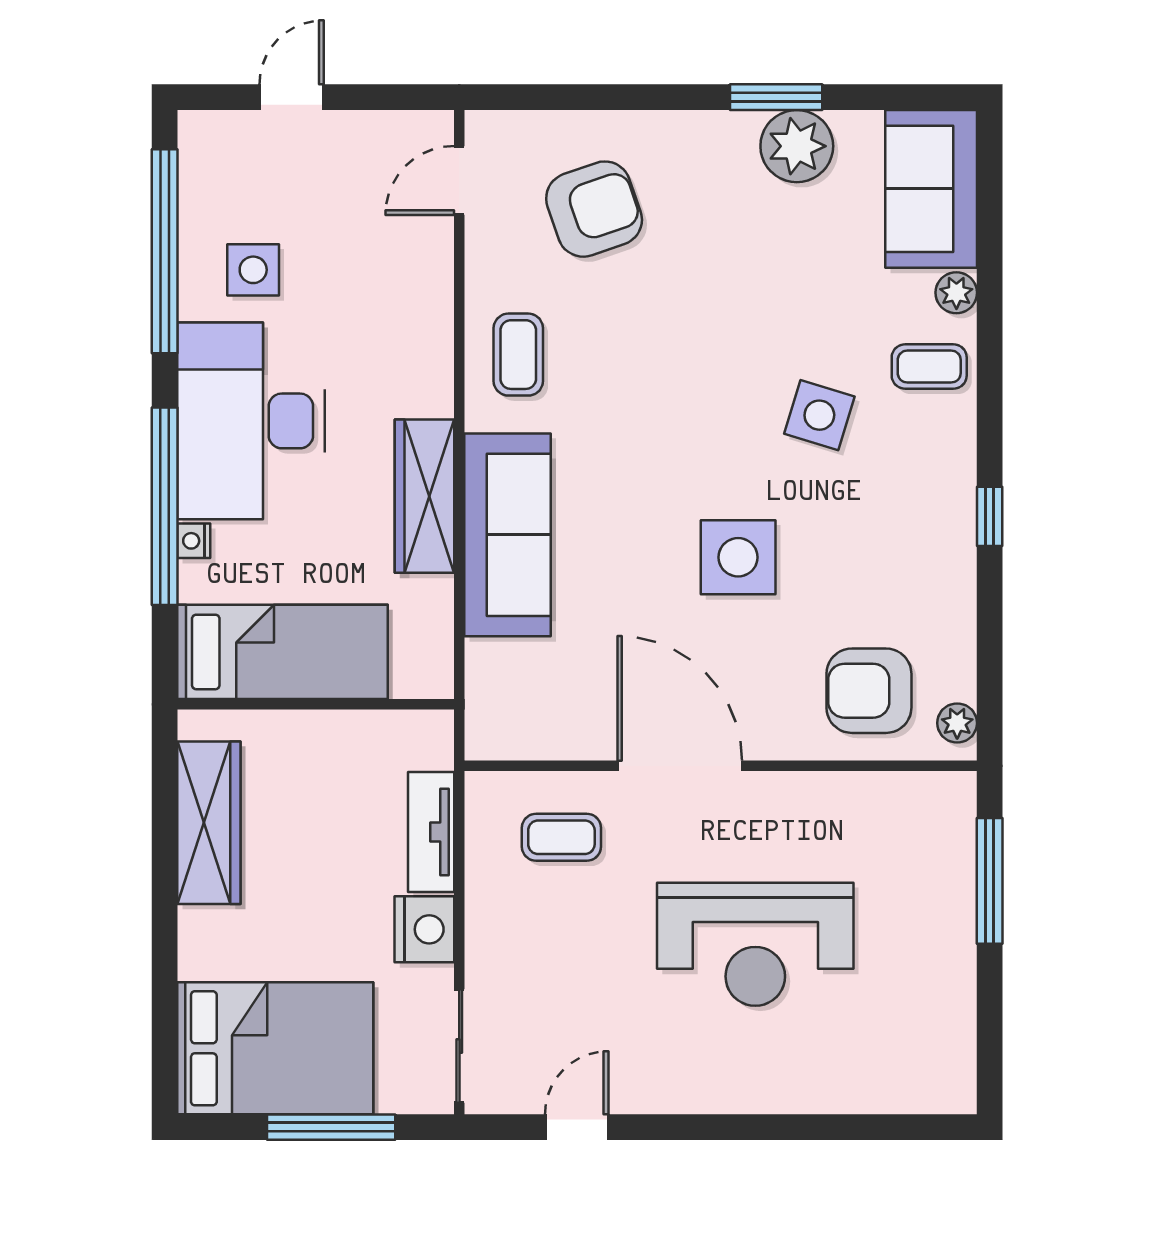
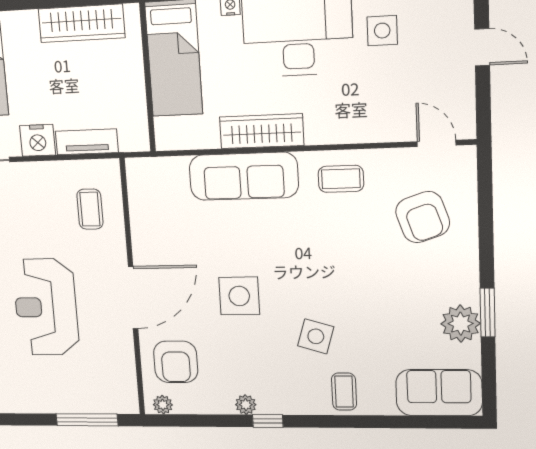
plant: (956, 293) -> (246, 405), moved
armchair: (869, 691) -> (176, 362), turned 180
door: (680, 766) -> (133, 298), moved

